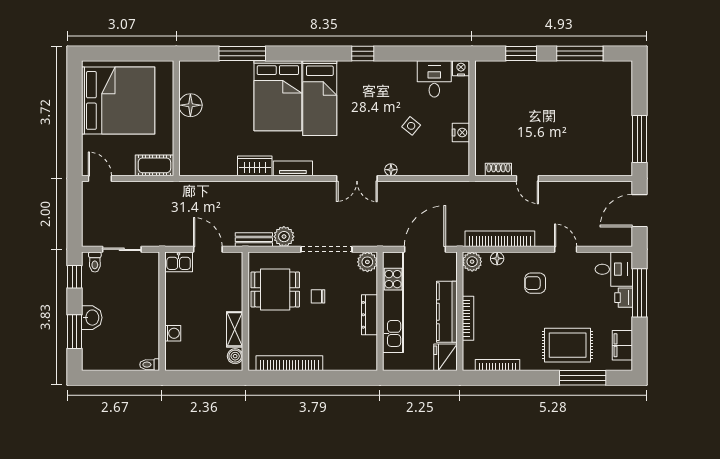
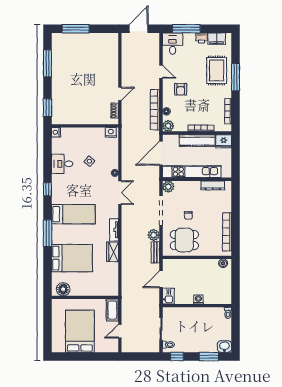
window: (242, 54) -> (47, 233), moved
window: (521, 54) -> (47, 108), moved
desk: (434, 79) -> (62, 164), moved
bed: (278, 96) -> (72, 258), moved
bed: (118, 100) -> (80, 331), width x0.73
floor lamp: (190, 105) -> (63, 289), moved
nightstand: (461, 132) -> (111, 132), moved
window: (640, 139) -> (76, 29), moved
door: (100, 178) -> (120, 331), moved
door: (640, 211) -> (139, 29), swing flipped
door: (425, 249) -> (161, 153), hinge flipped
door: (566, 249) -> (161, 72), swing flipped
dining table: (275, 289) -> (184, 240), turned 90
printer: (624, 298) -> (202, 38), moved
dresser: (369, 315) -> (213, 185), moved
washbasin: (92, 318) -> (224, 347), moved
shelving: (235, 329) -> (207, 264), removed
washing machine: (173, 333) -> (198, 299), moved
window: (583, 378) -> (236, 77), moved

